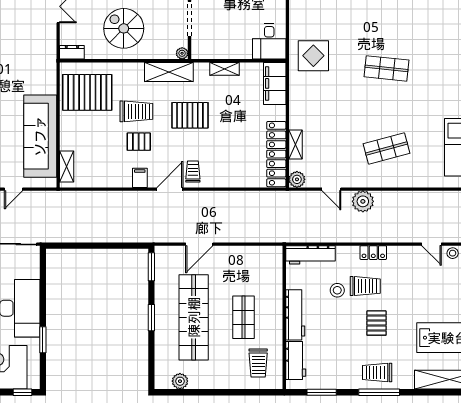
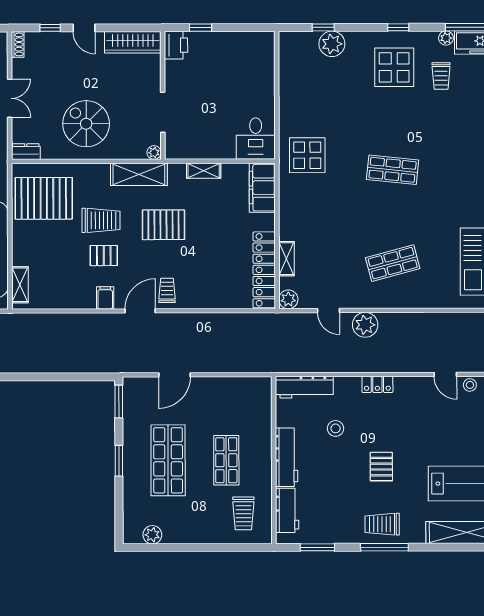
trolley: (365, 286) -> (368, 424), removed
shop shelf: (194, 317) -> (168, 460), width x0.71

